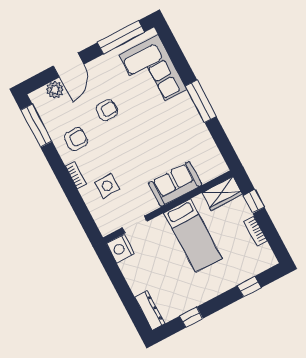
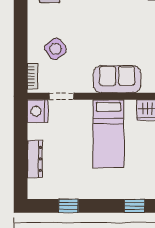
bookcase: (76, 175) -> (33, 76), moved
side table: (107, 186) -> (55, 49), turned -37
dresser: (150, 311) -> (35, 159), moved

